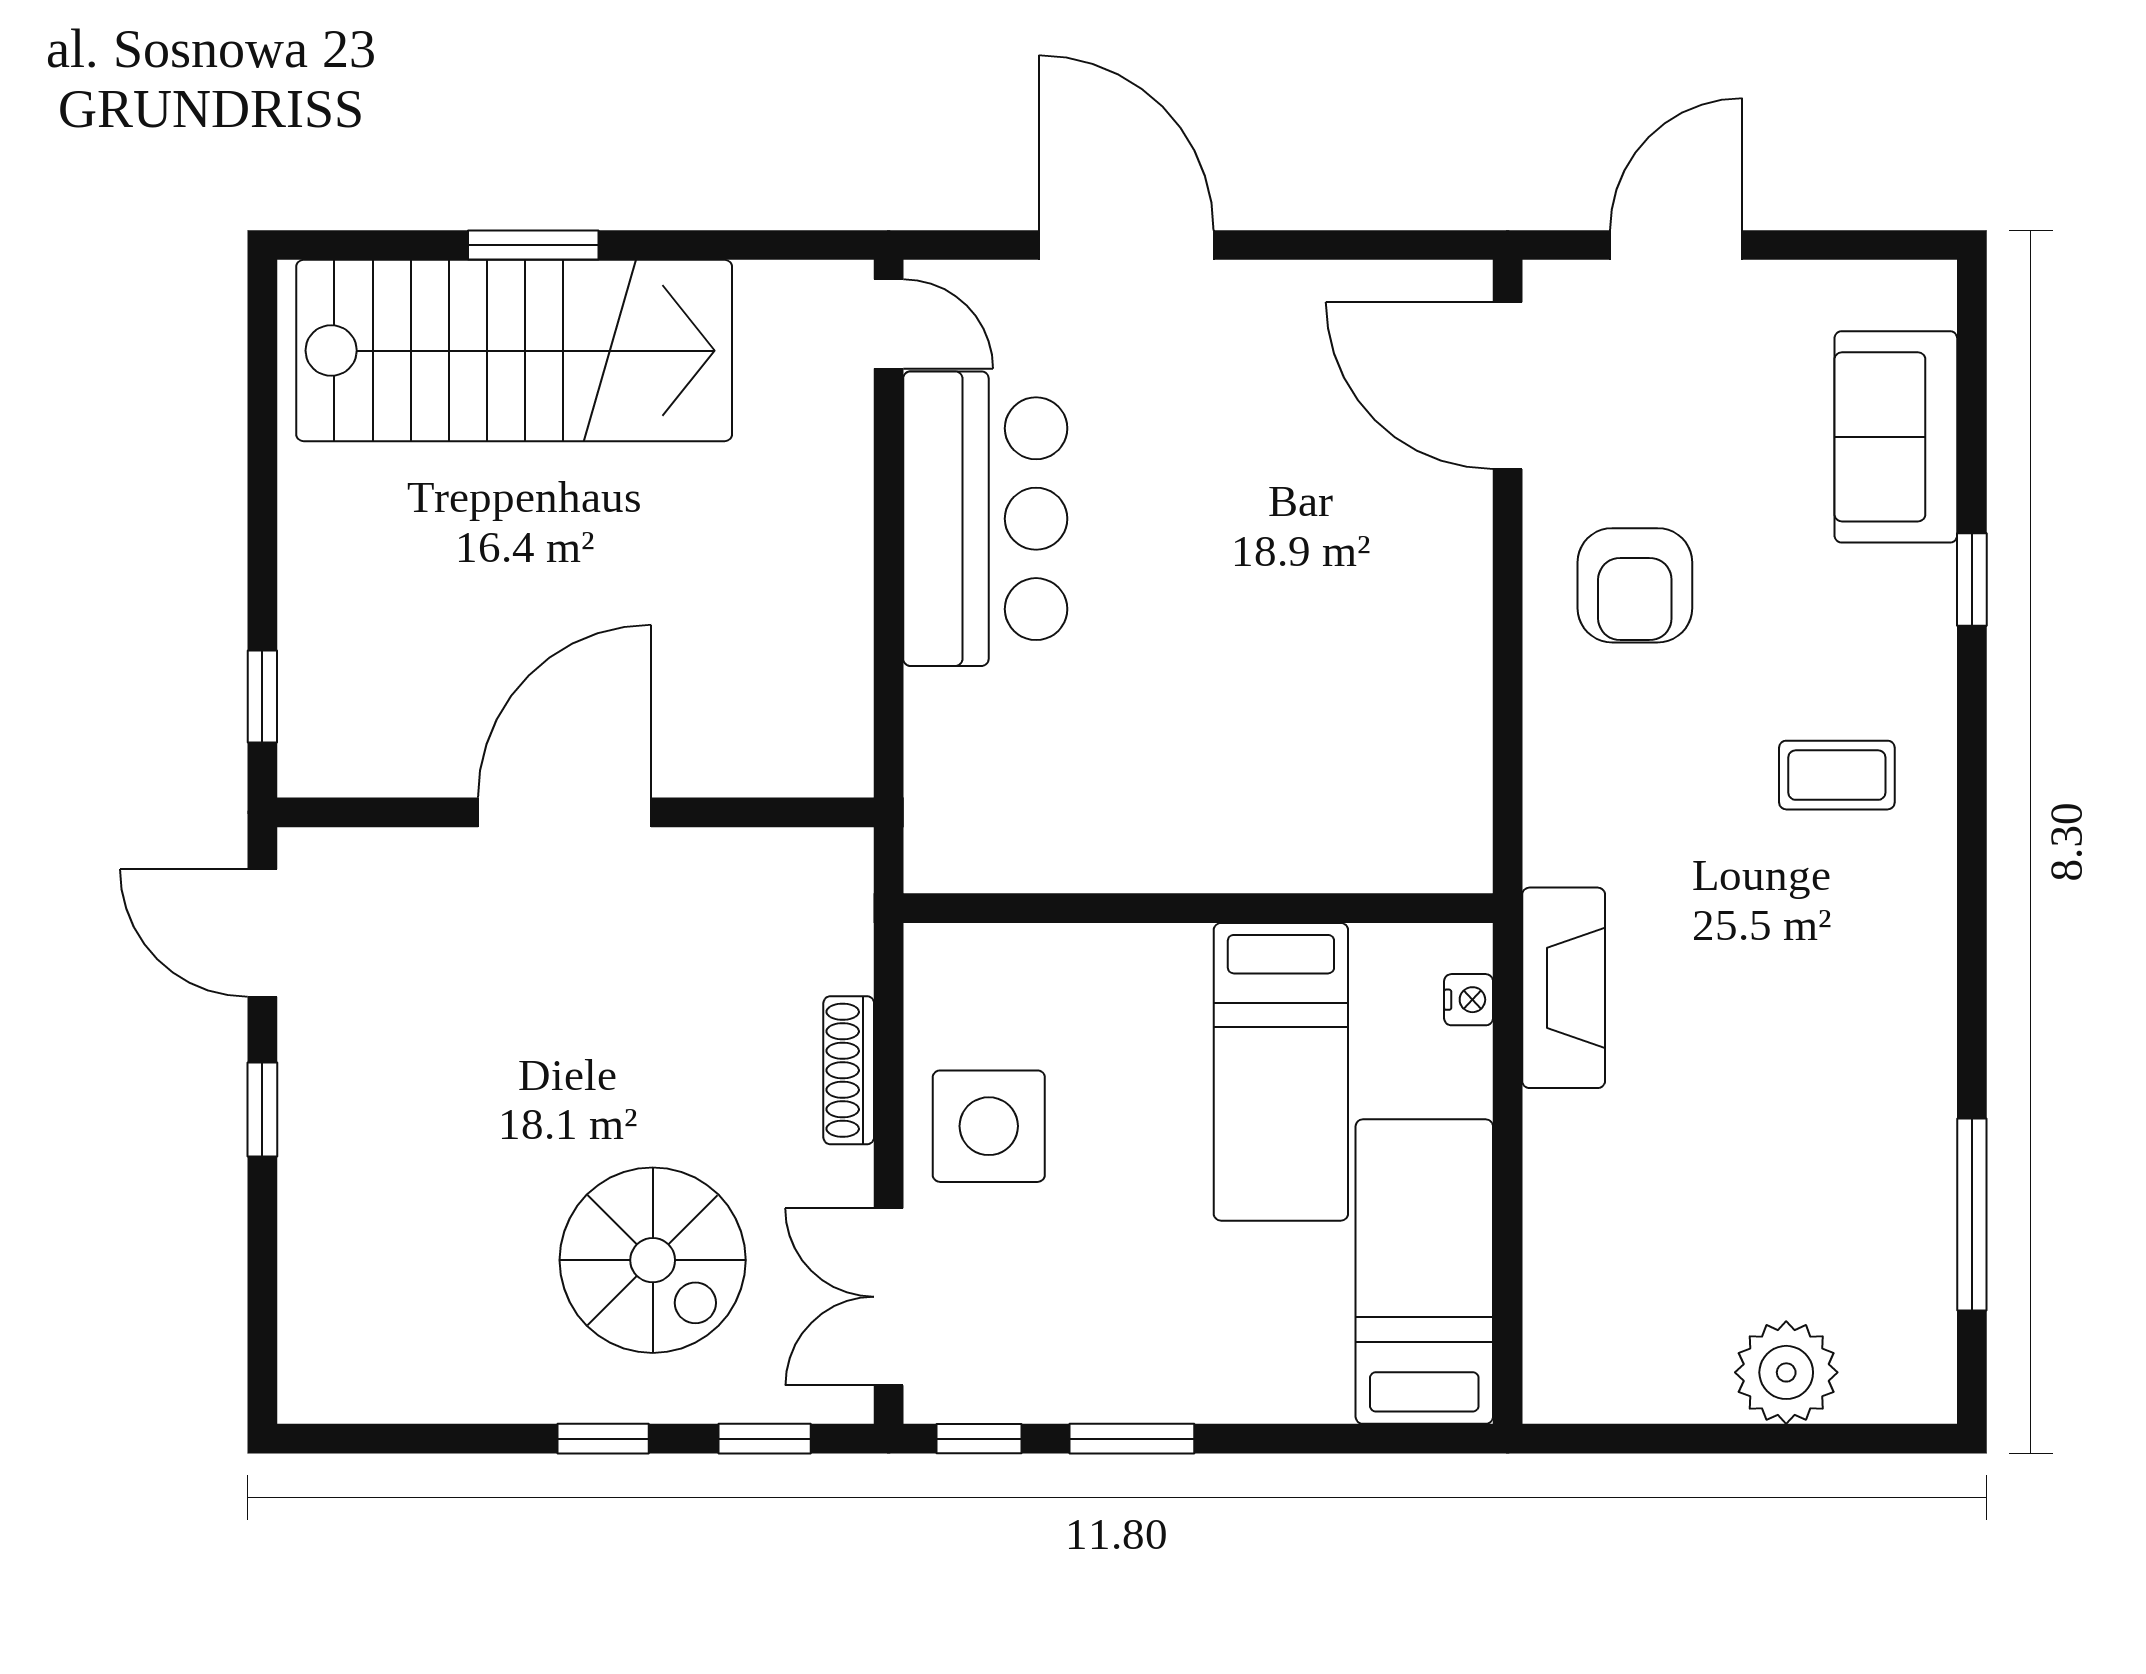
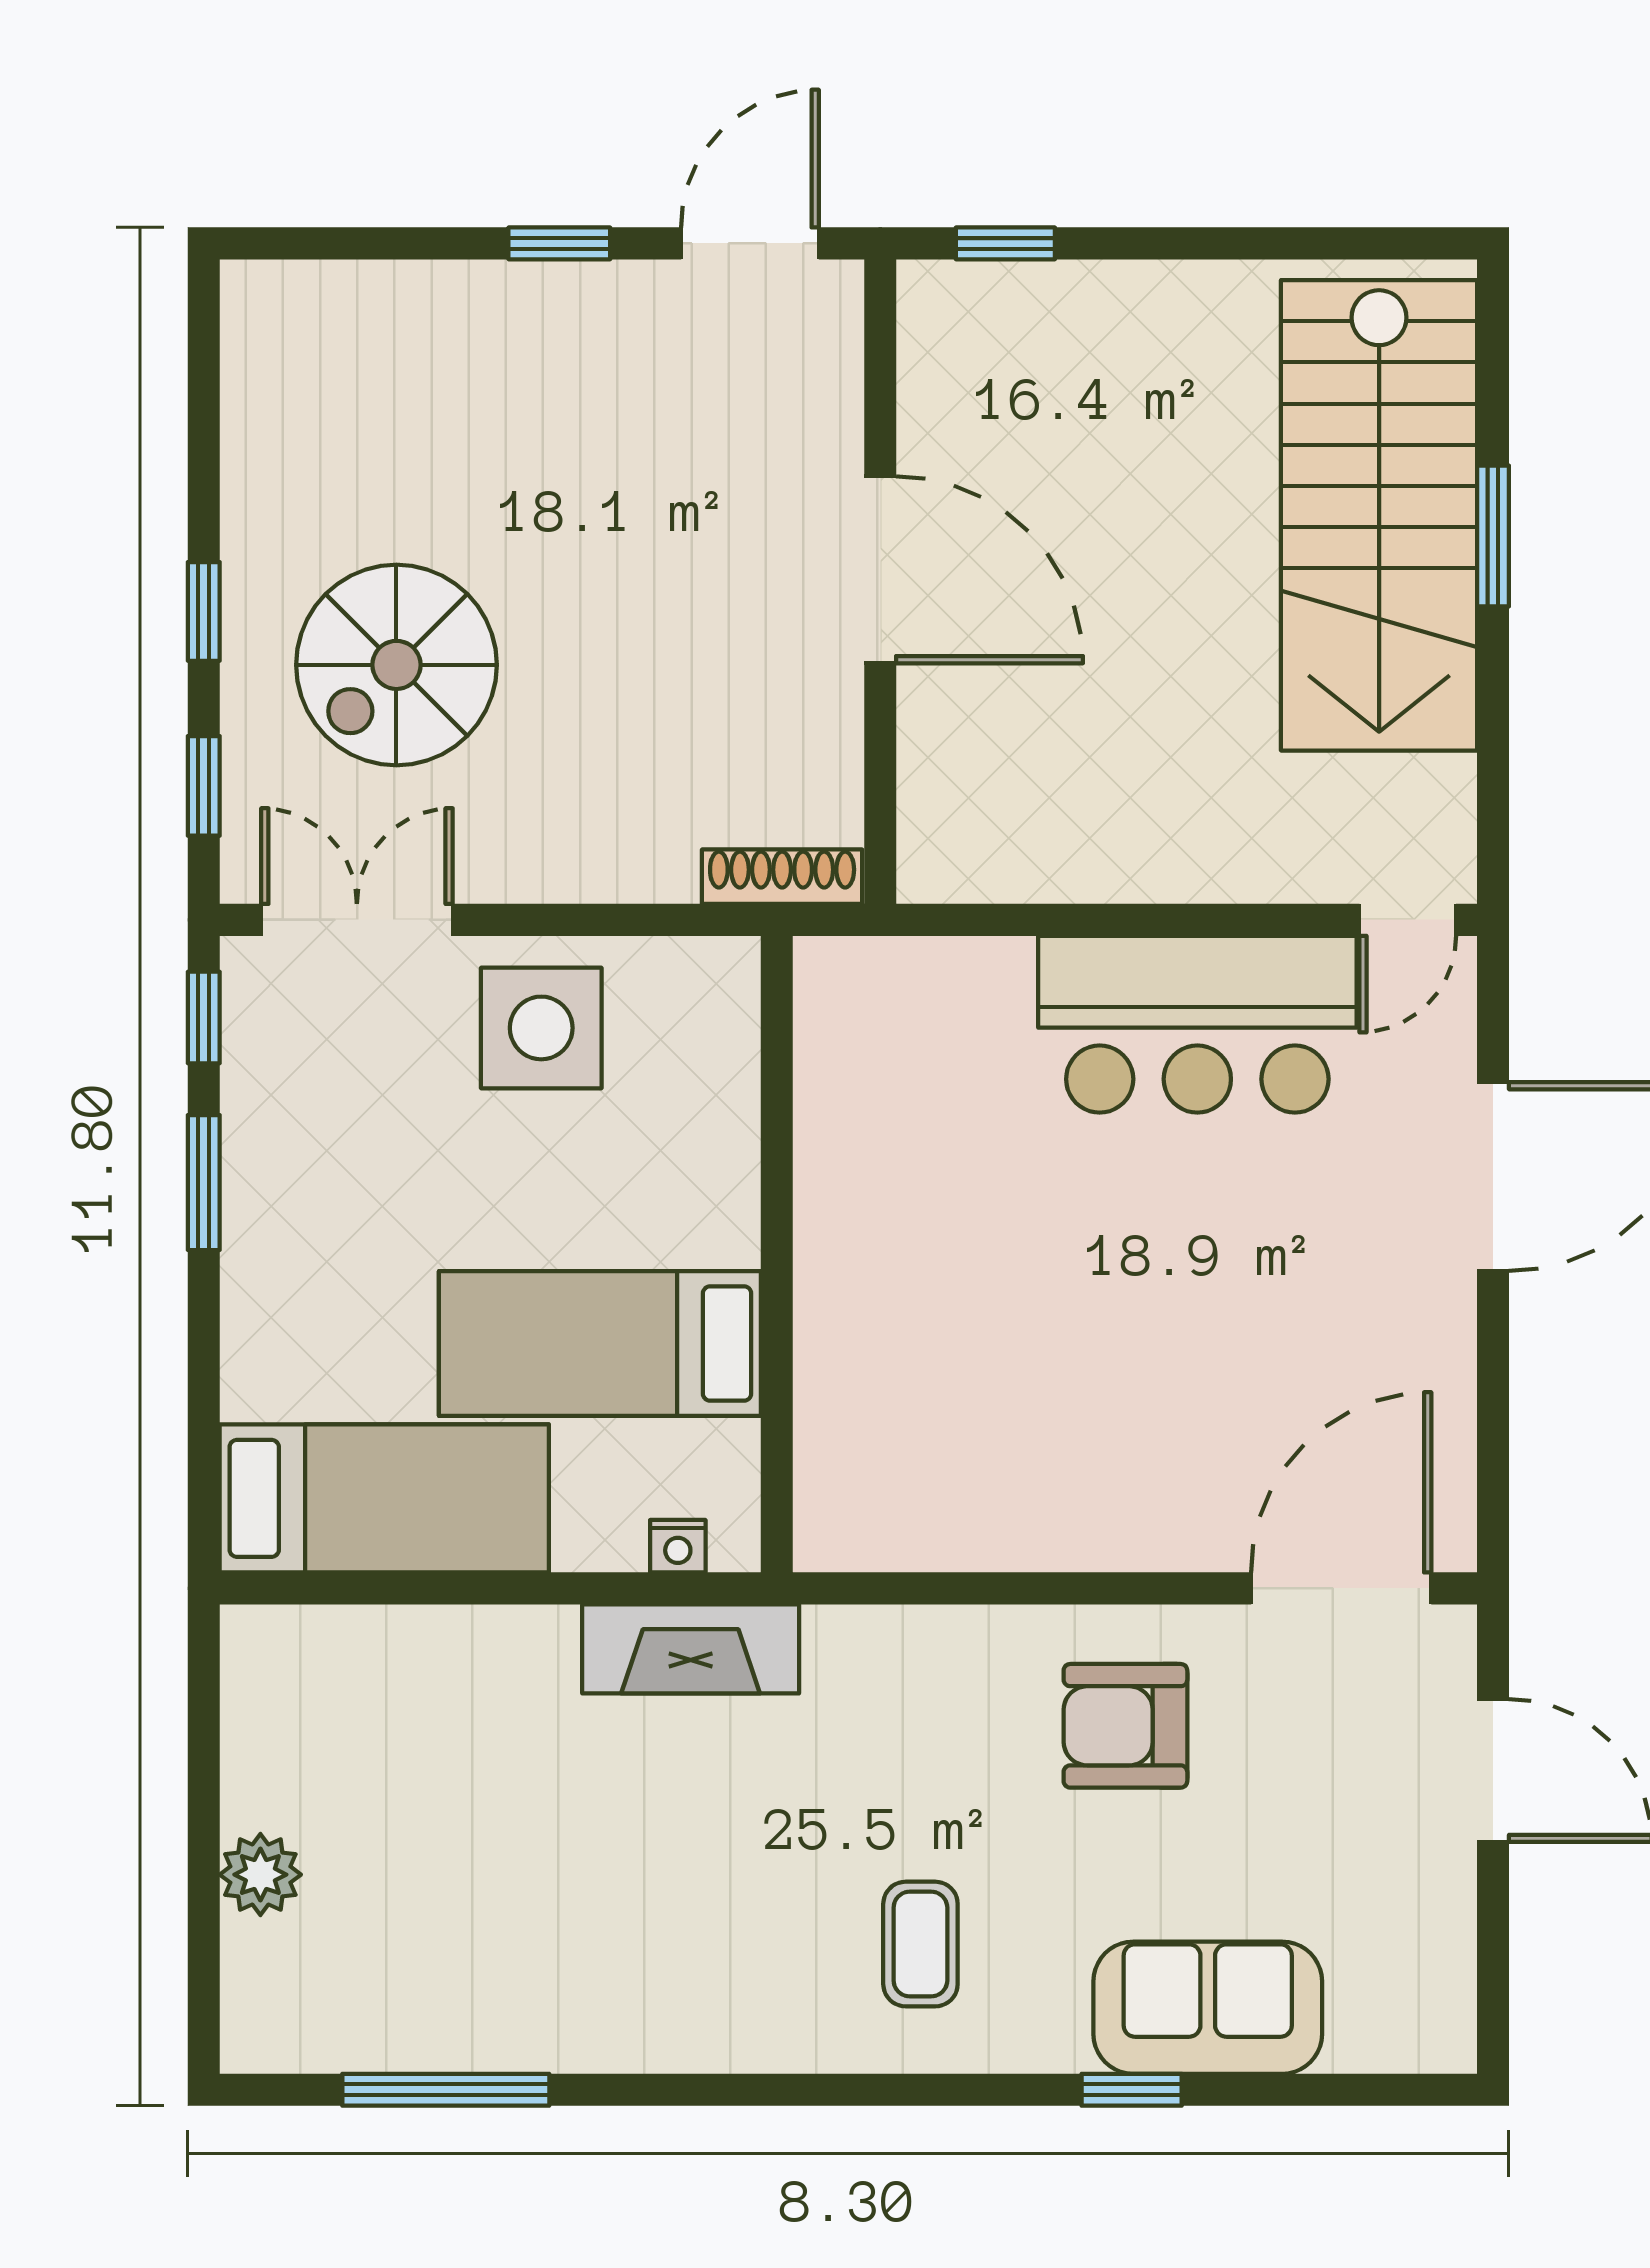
sofa: (1896, 437) -> (1208, 2008), moved
shoe rack: (849, 1070) -> (782, 877), moved
plant: (1786, 1372) -> (260, 1875), width x0.73, depth x0.73

